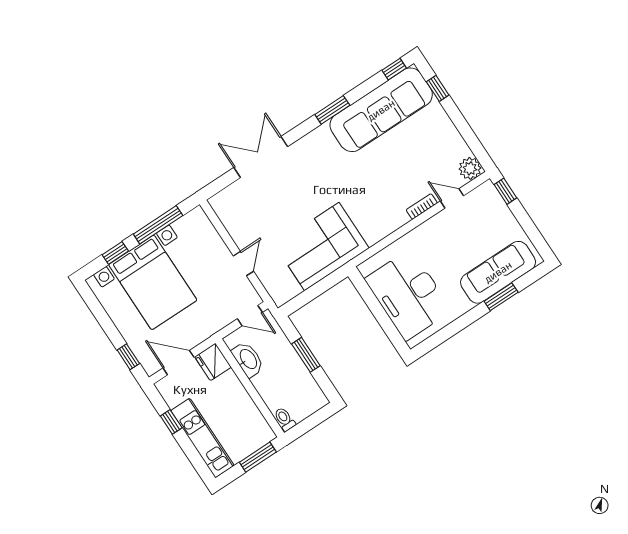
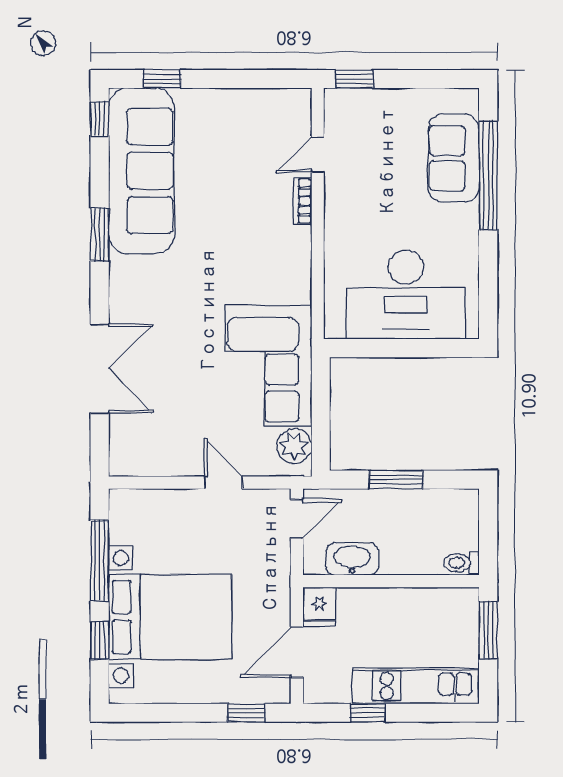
double door: (261, 157) -> (100, 368), swing flipped
plant: (470, 168) -> (294, 446), moved
sofa: (498, 272) -> (454, 158), width x0.73
window: (501, 297) -> (488, 175), width x2.11
fridge: (213, 362) -> (319, 607), width x0.72

